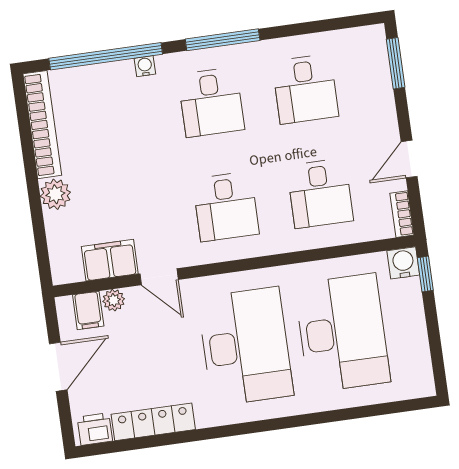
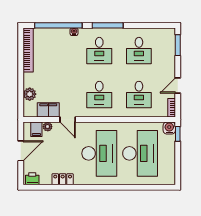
plant: (55, 194) -> (30, 94), moved
locker: (153, 422) -> (63, 179), width x0.66

